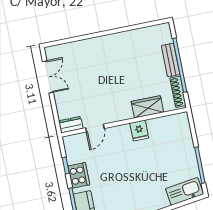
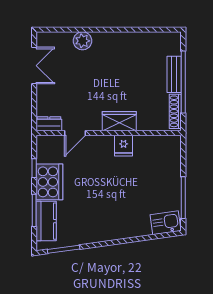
plant: (85, 47) -> (82, 41), added
wardrobe: (147, 107) -> (119, 121), moved
cooker: (79, 175) -> (49, 182), width x1.37, depth x1.31
kitchen sink: (185, 191) -> (166, 223), width x0.73

